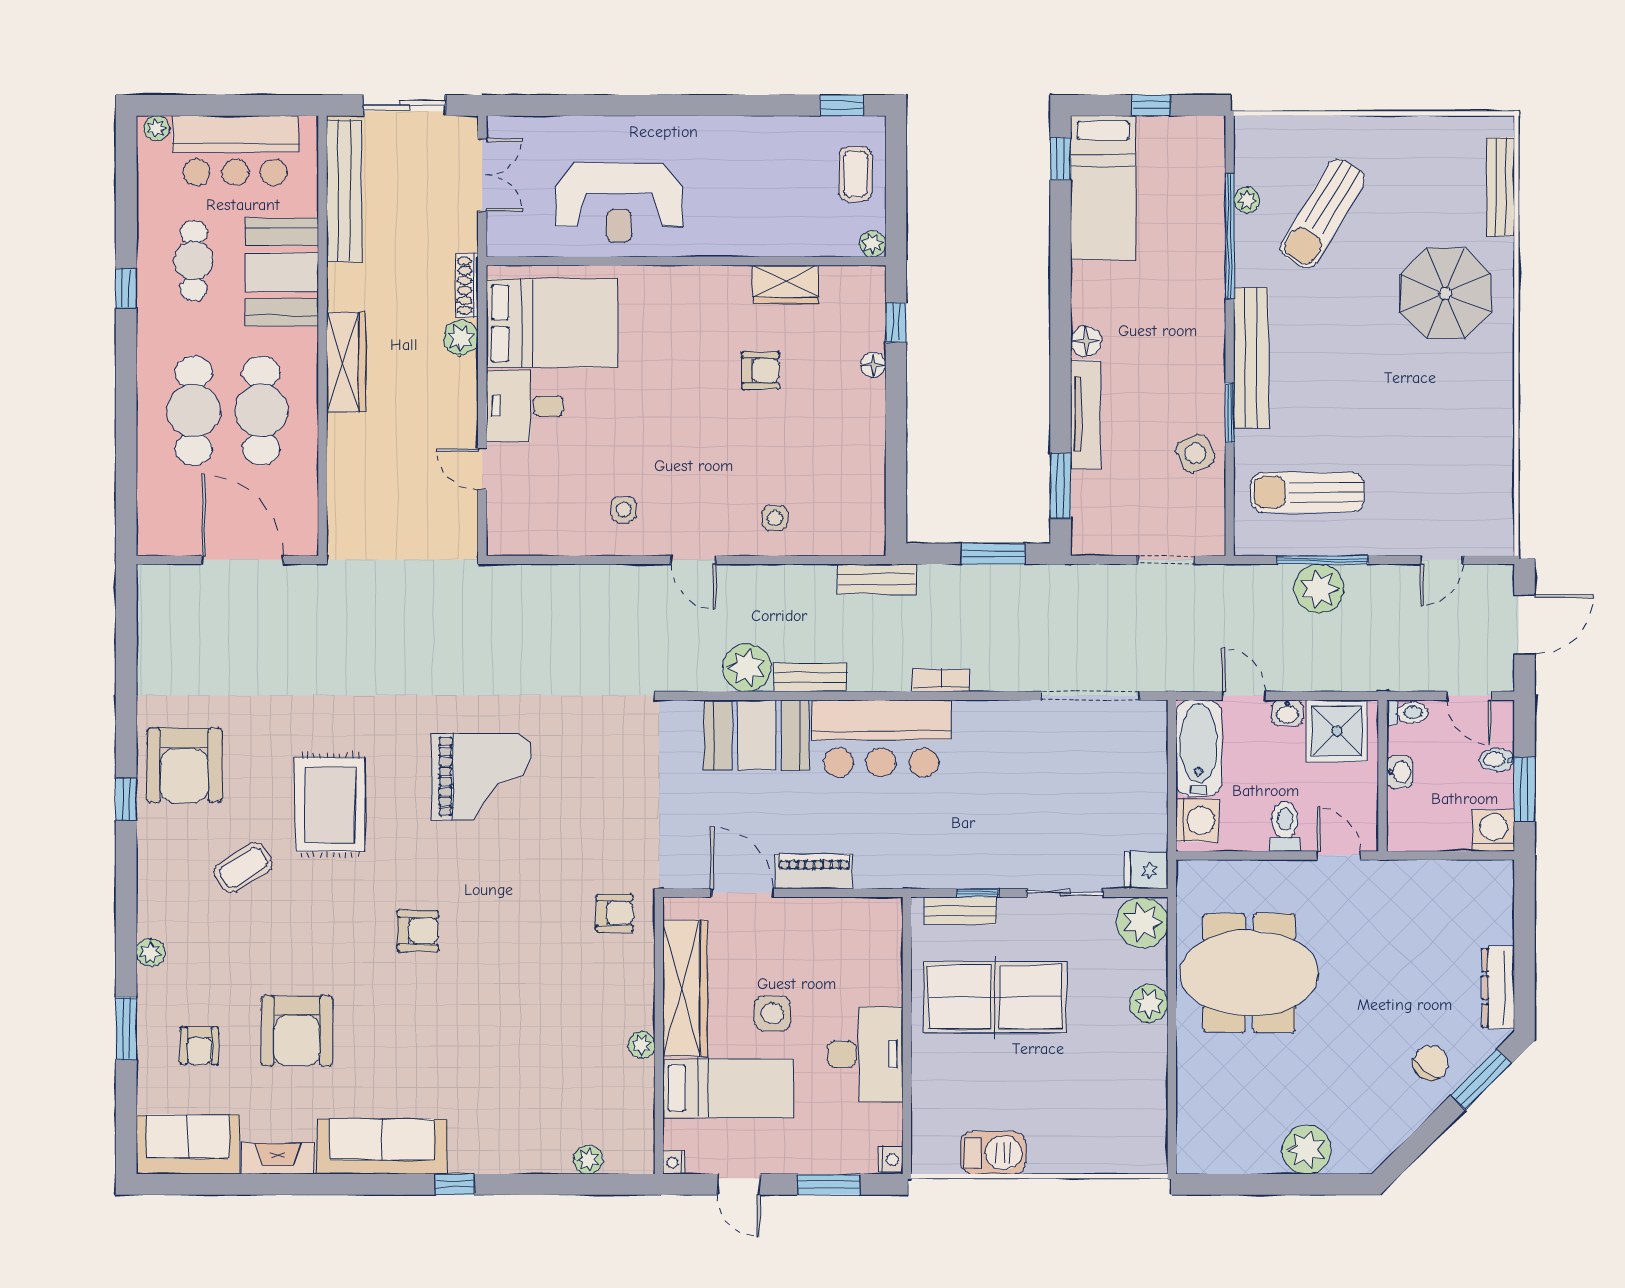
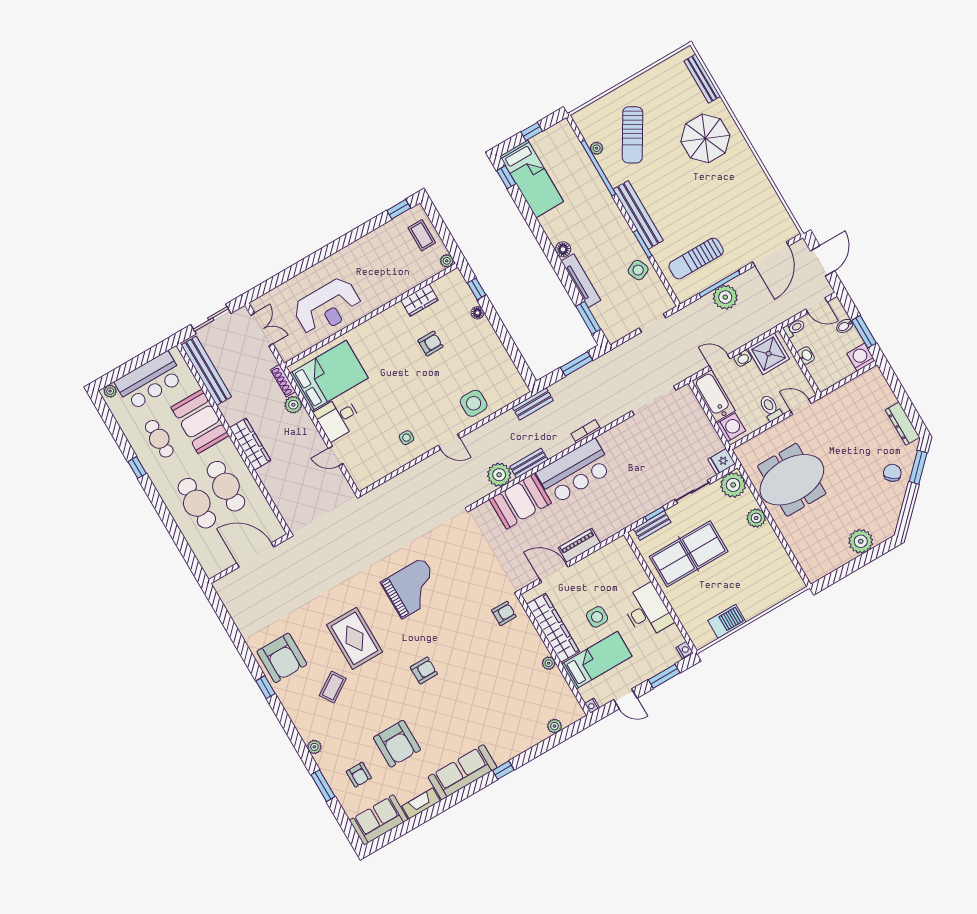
side table: (775, 518) -> (474, 403), width x1.87, depth x1.87
door: (1442, 560) -> (771, 254), width x1.88

